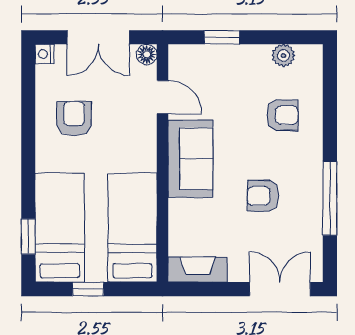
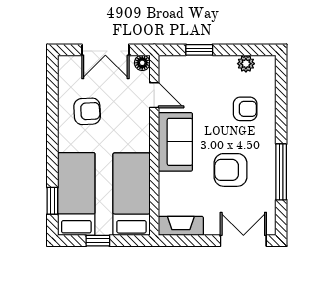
nightstand: (44, 54) -> (65, 62), removed
armchair: (74, 118) -> (87, 111), turned 87
armchair: (263, 196) -> (230, 170), width x1.38, depth x1.38

